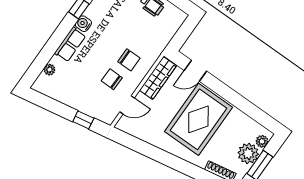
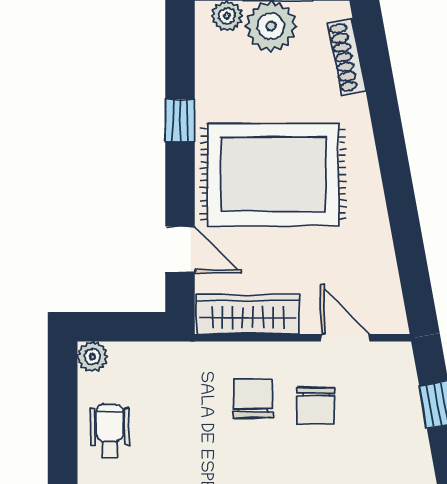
plant: (180, 16) -> (92, 357), added
window: (238, 101) -> (180, 120), added

